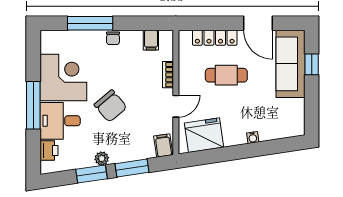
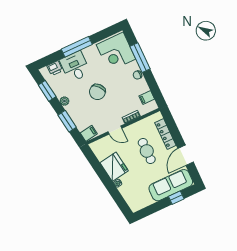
corner desk: (63, 78) -> (116, 52), moved, turned 90
fridge: (204, 135) -> (114, 167), moved
window: (92, 174) -> (47, 91), moved

